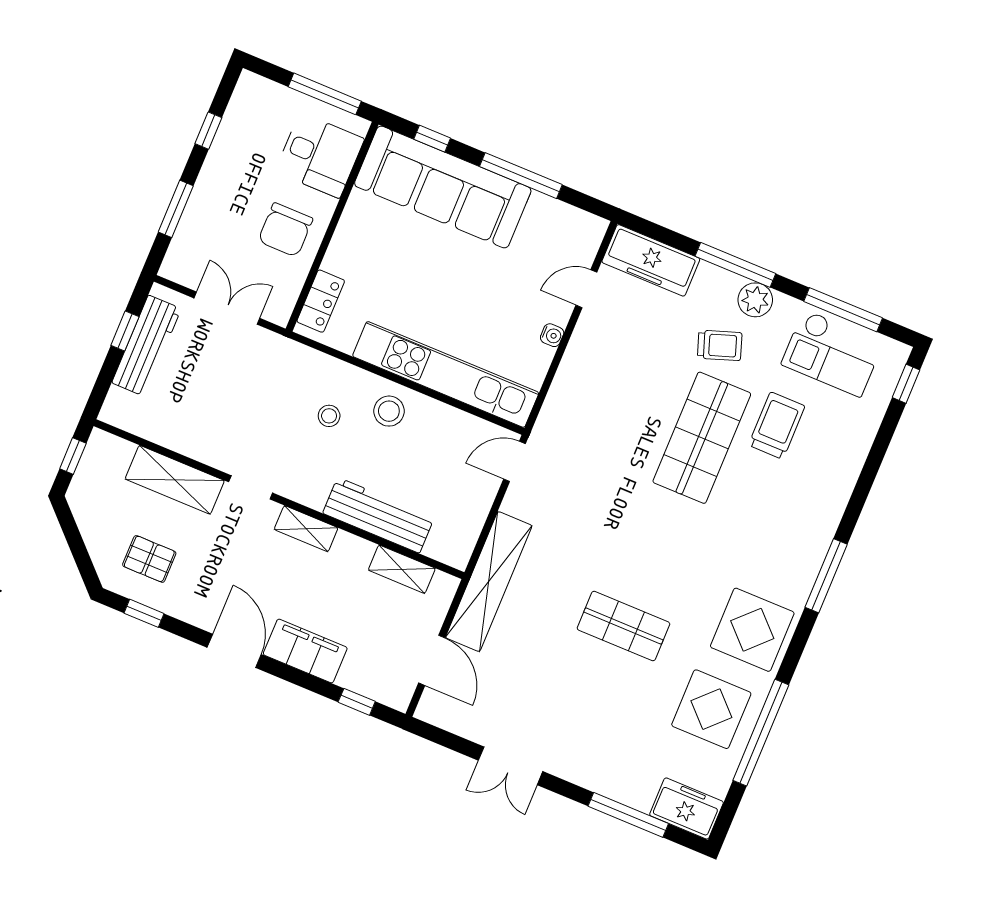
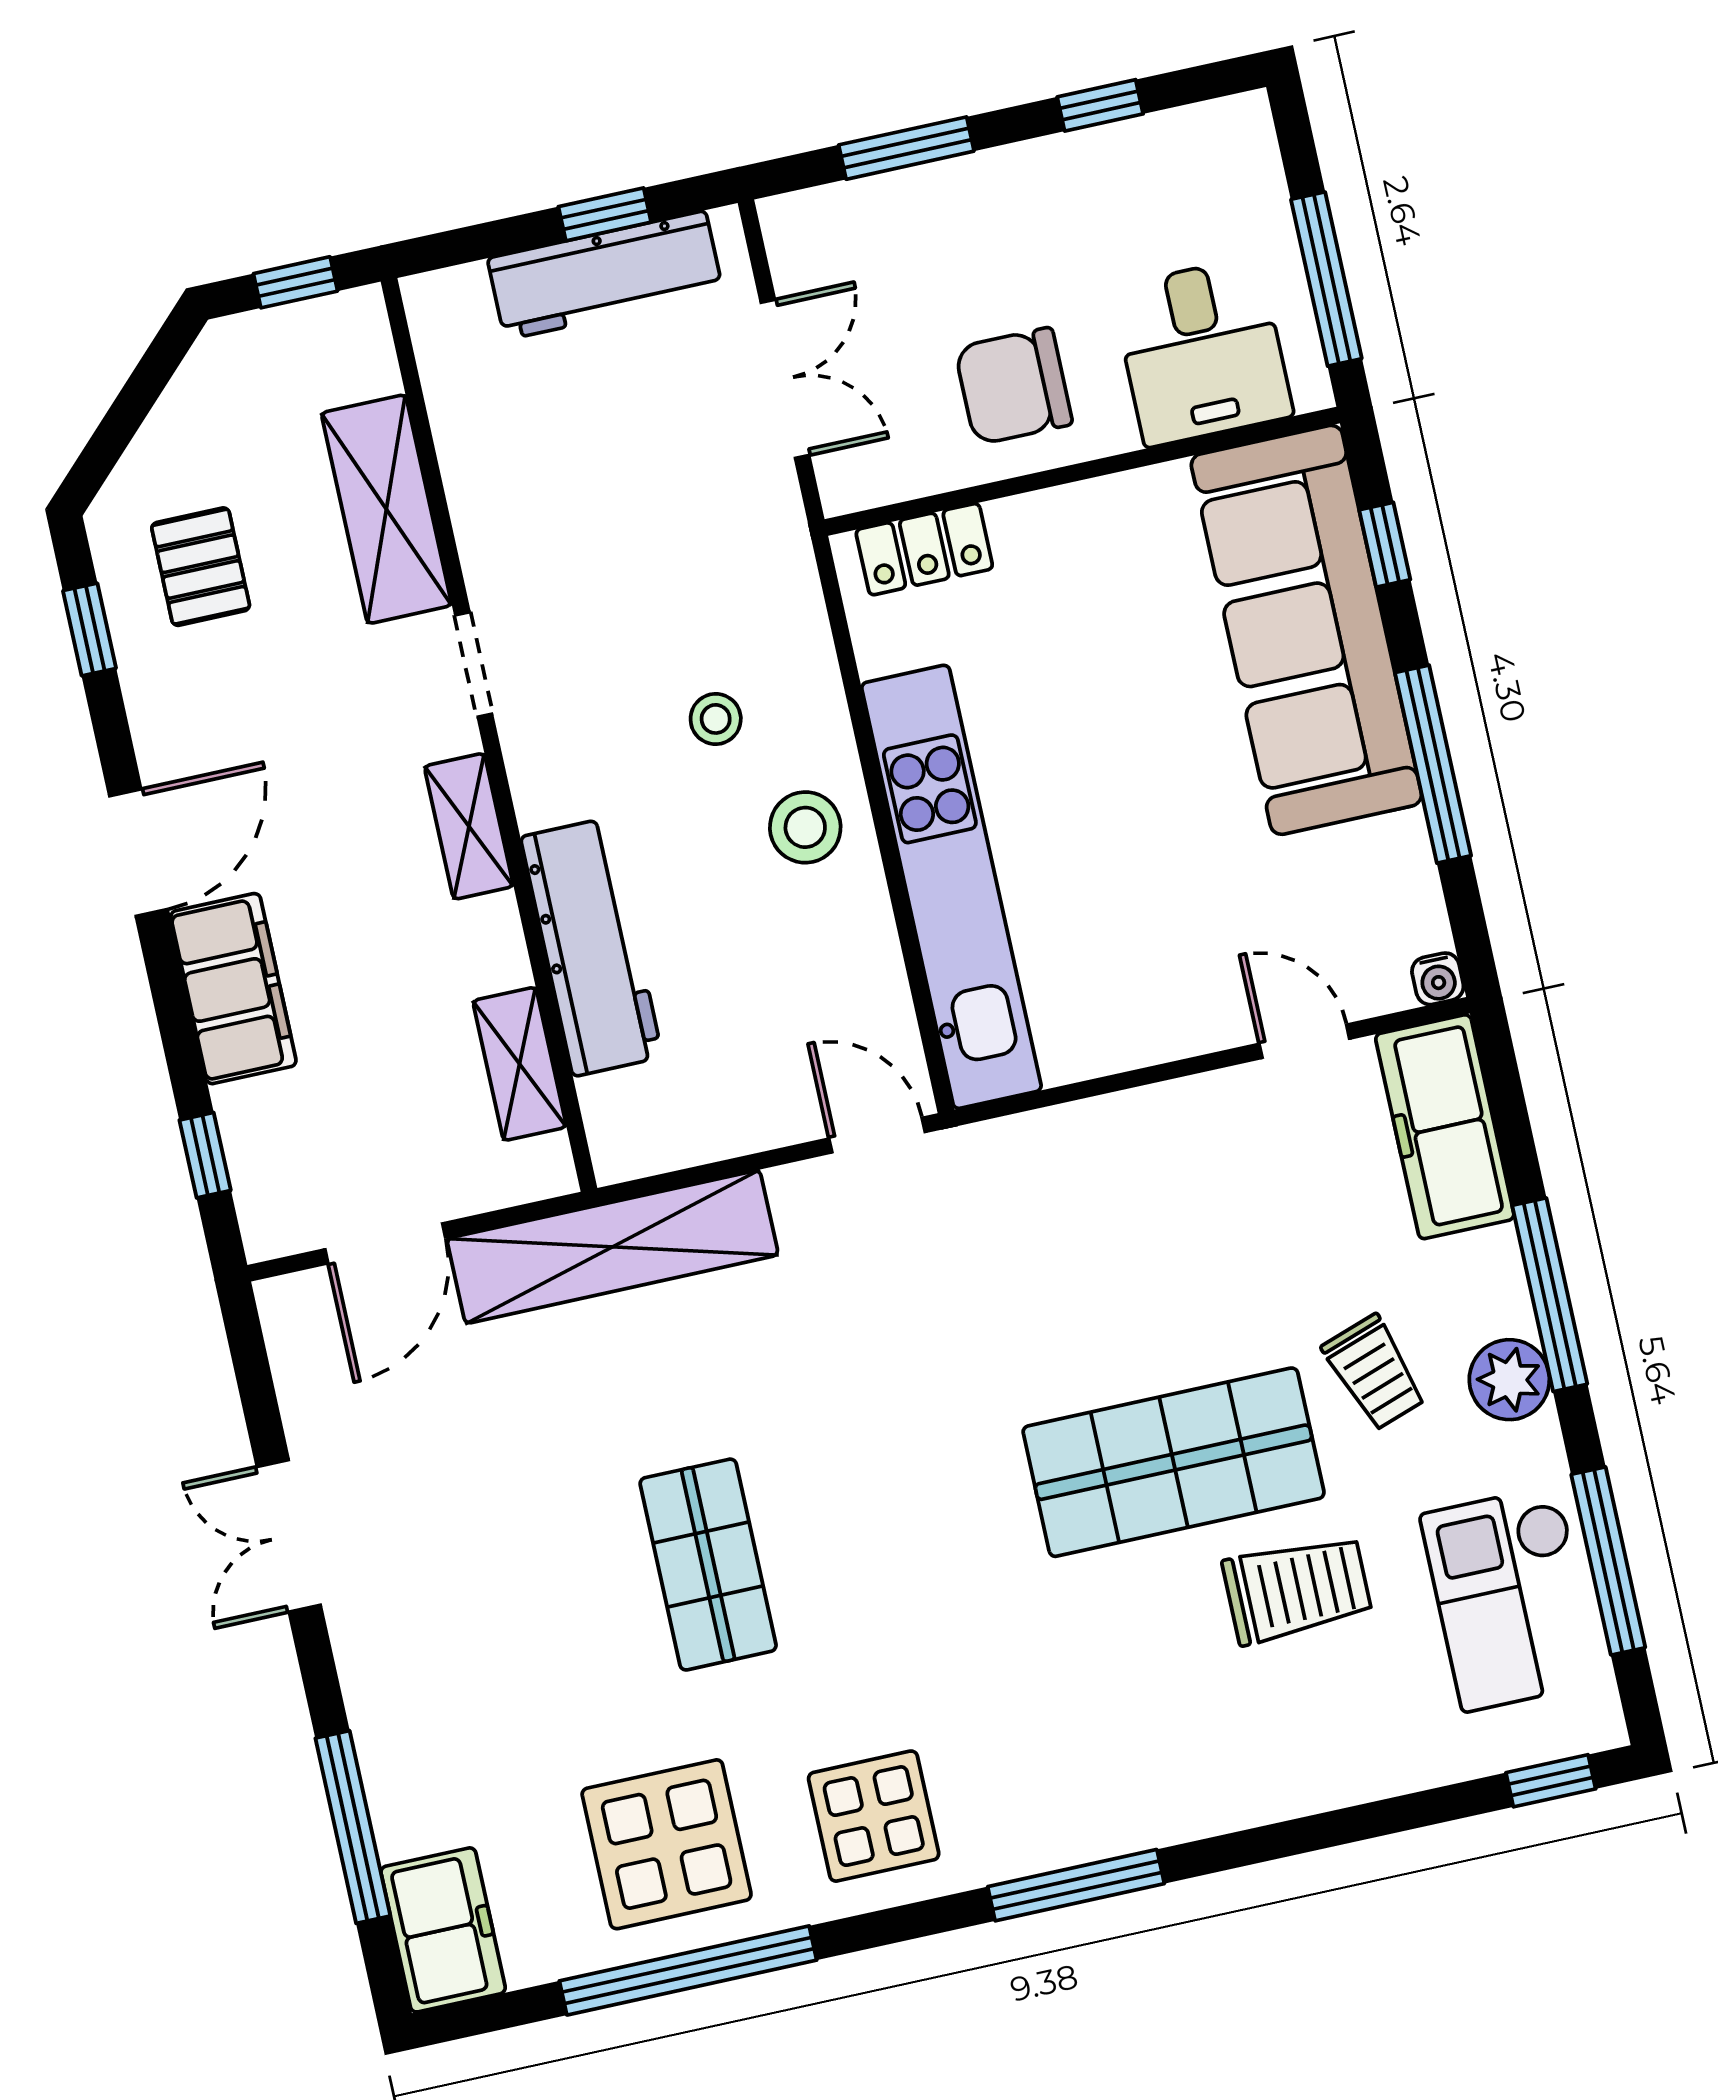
water cooler: (552, 335) -> (1438, 979), moved
display table: (752, 630) -> (874, 1816), width x0.73, depth x0.73

